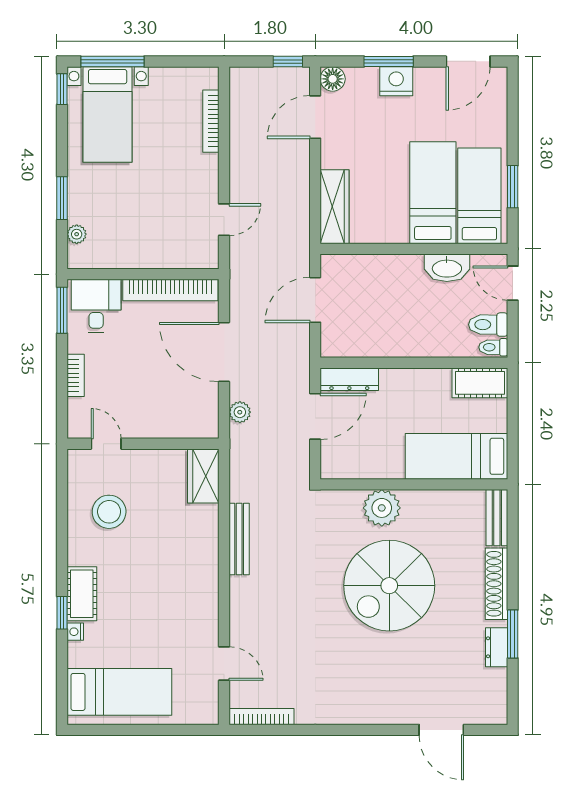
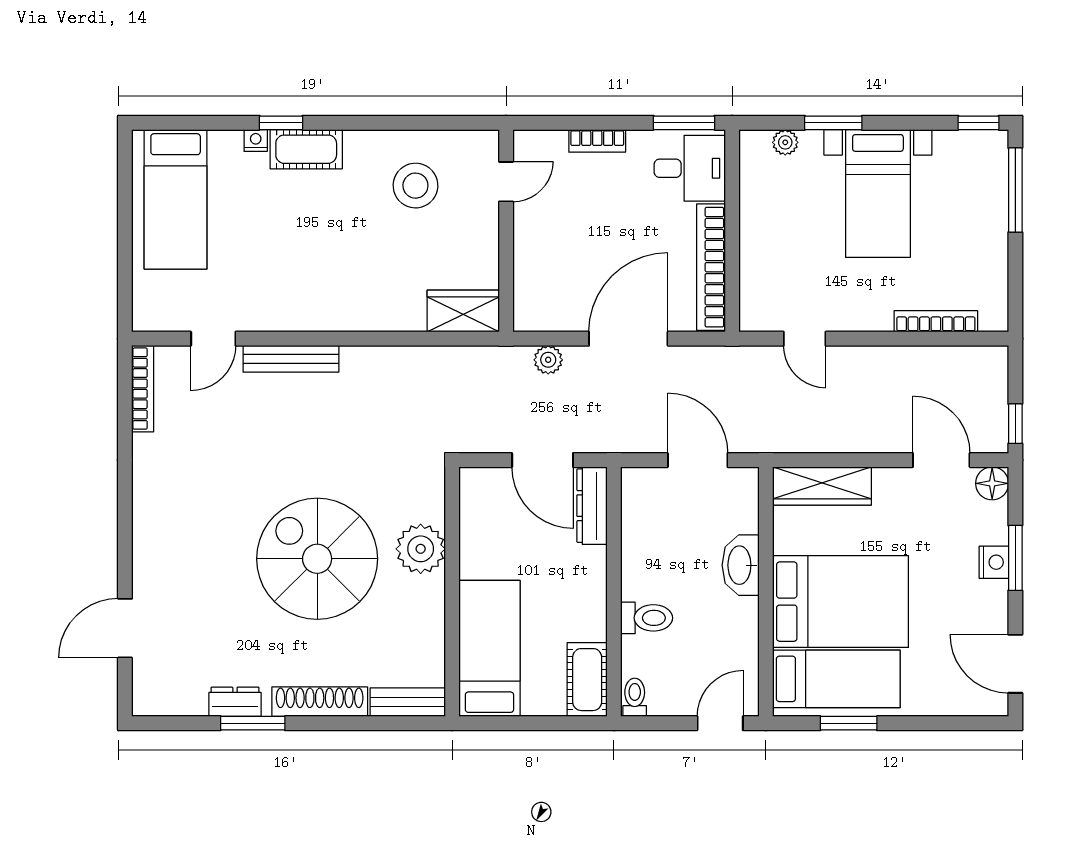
nightstand: (396, 81) -> (994, 562), width x0.74, depth x0.75
bed with nightstands: (108, 115) -> (878, 193), moved, turned -90
bed: (433, 193) -> (840, 602), width x1.50
washbasin: (447, 268) -> (741, 565), moved
toilet: (488, 325) -> (647, 618), moved, turned 90
bench: (239, 539) -> (291, 359), moved

